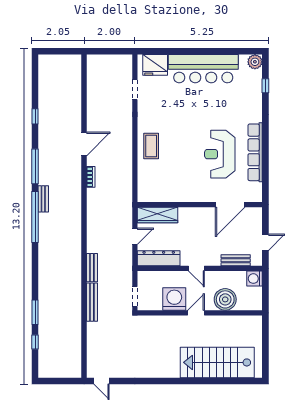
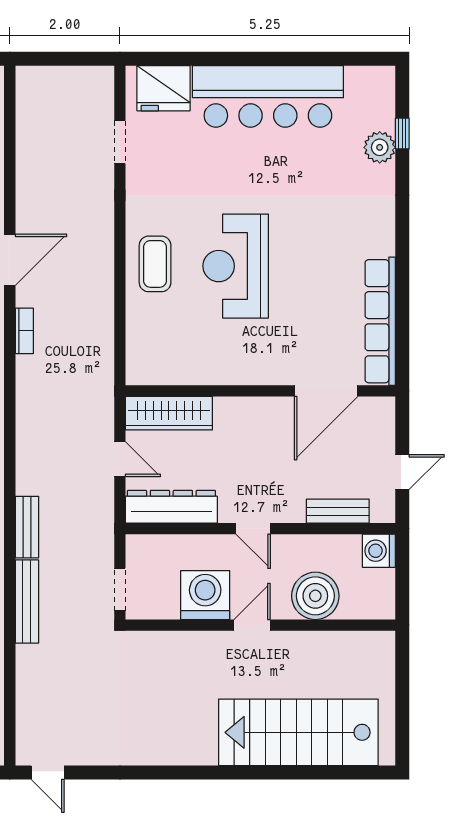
plant: (255, 62) -> (380, 147), moved
row of seats: (255, 152) -> (380, 321), moved
reception desk: (220, 154) -> (236, 266), moved
door: (135, 236) -> (120, 459), hinge flipped

